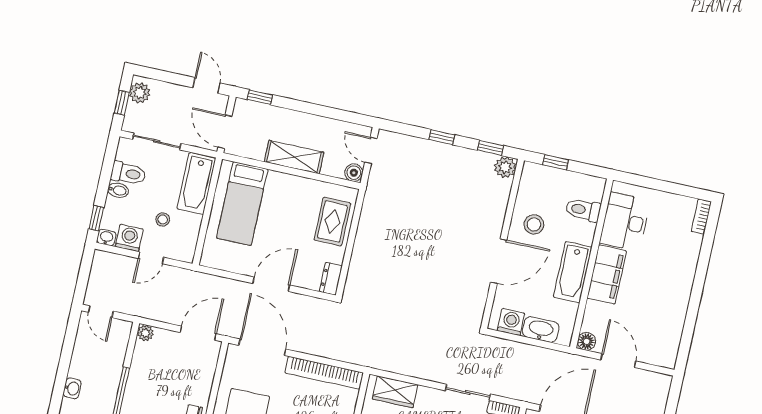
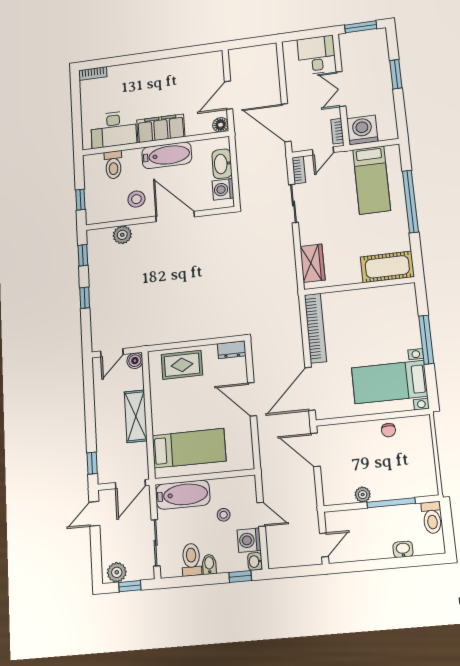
plant: (505, 167) -> (122, 235), moved
plant: (145, 333) -> (363, 495), moved

